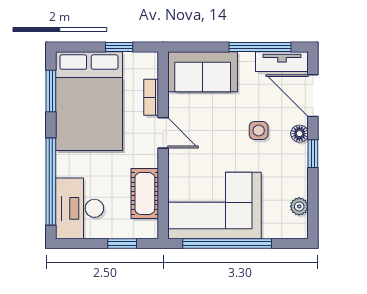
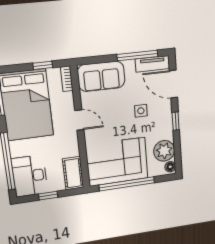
bookcase: (151, 97) -> (67, 79), moved
floor lamp: (299, 134) -> (170, 167), moved
cot: (145, 193) -> (73, 173), moved
plant: (299, 206) -> (164, 151), width x1.88, depth x1.88
window: (122, 243) -> (48, 196), moved

